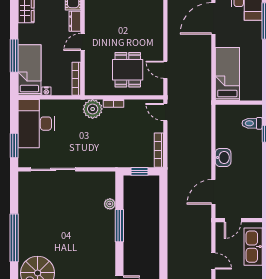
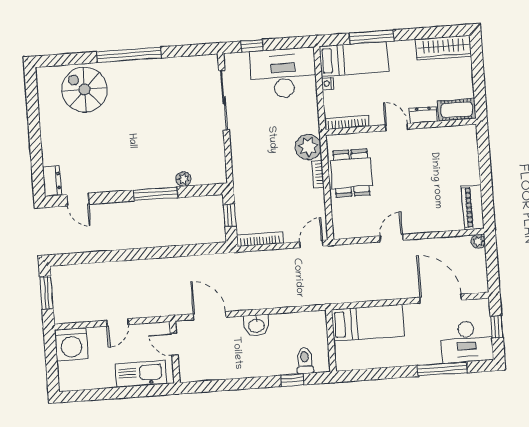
dining table: (128, 70) -> (351, 173), moved, turned 90
door: (165, 70) -> (392, 238), moved
window: (14, 145) -> (252, 46), width x0.67

